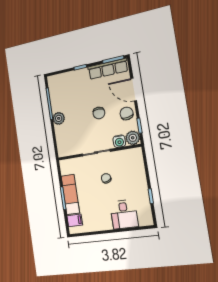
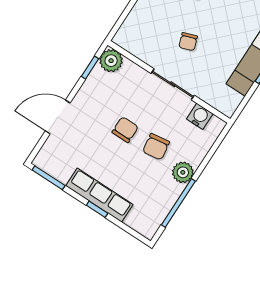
row of seats: (108, 69) -> (99, 195), moved
door: (134, 90) -> (58, 117), swing flipped
chair: (127, 113) -> (156, 147), moved
water cooler: (119, 141) -> (200, 116), moved

